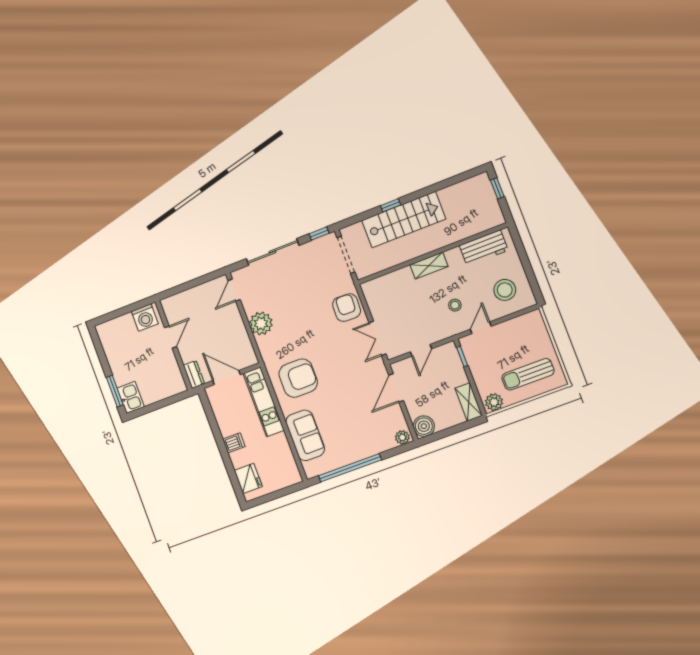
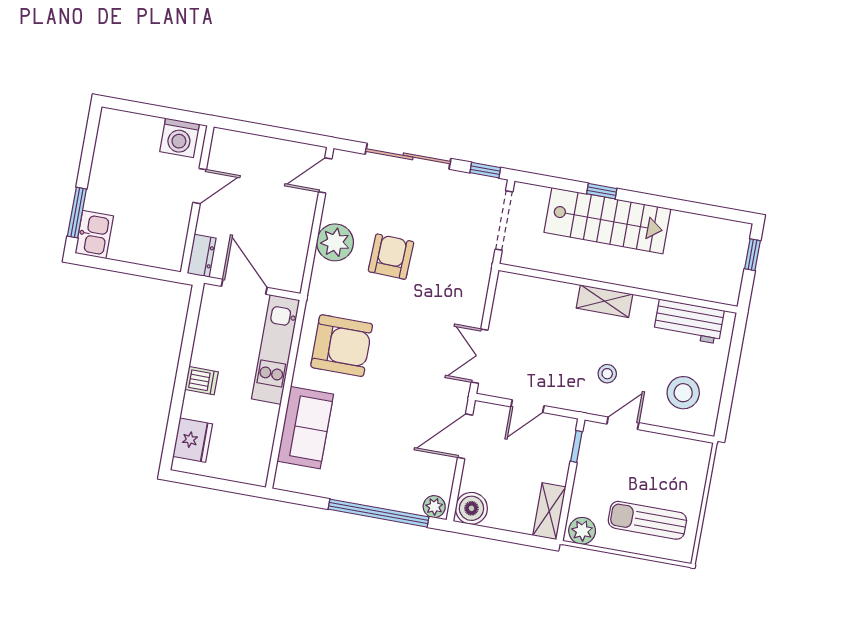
armchair: (347, 308) -> (391, 257), moved
window: (350, 468) -> (378, 513), moved

